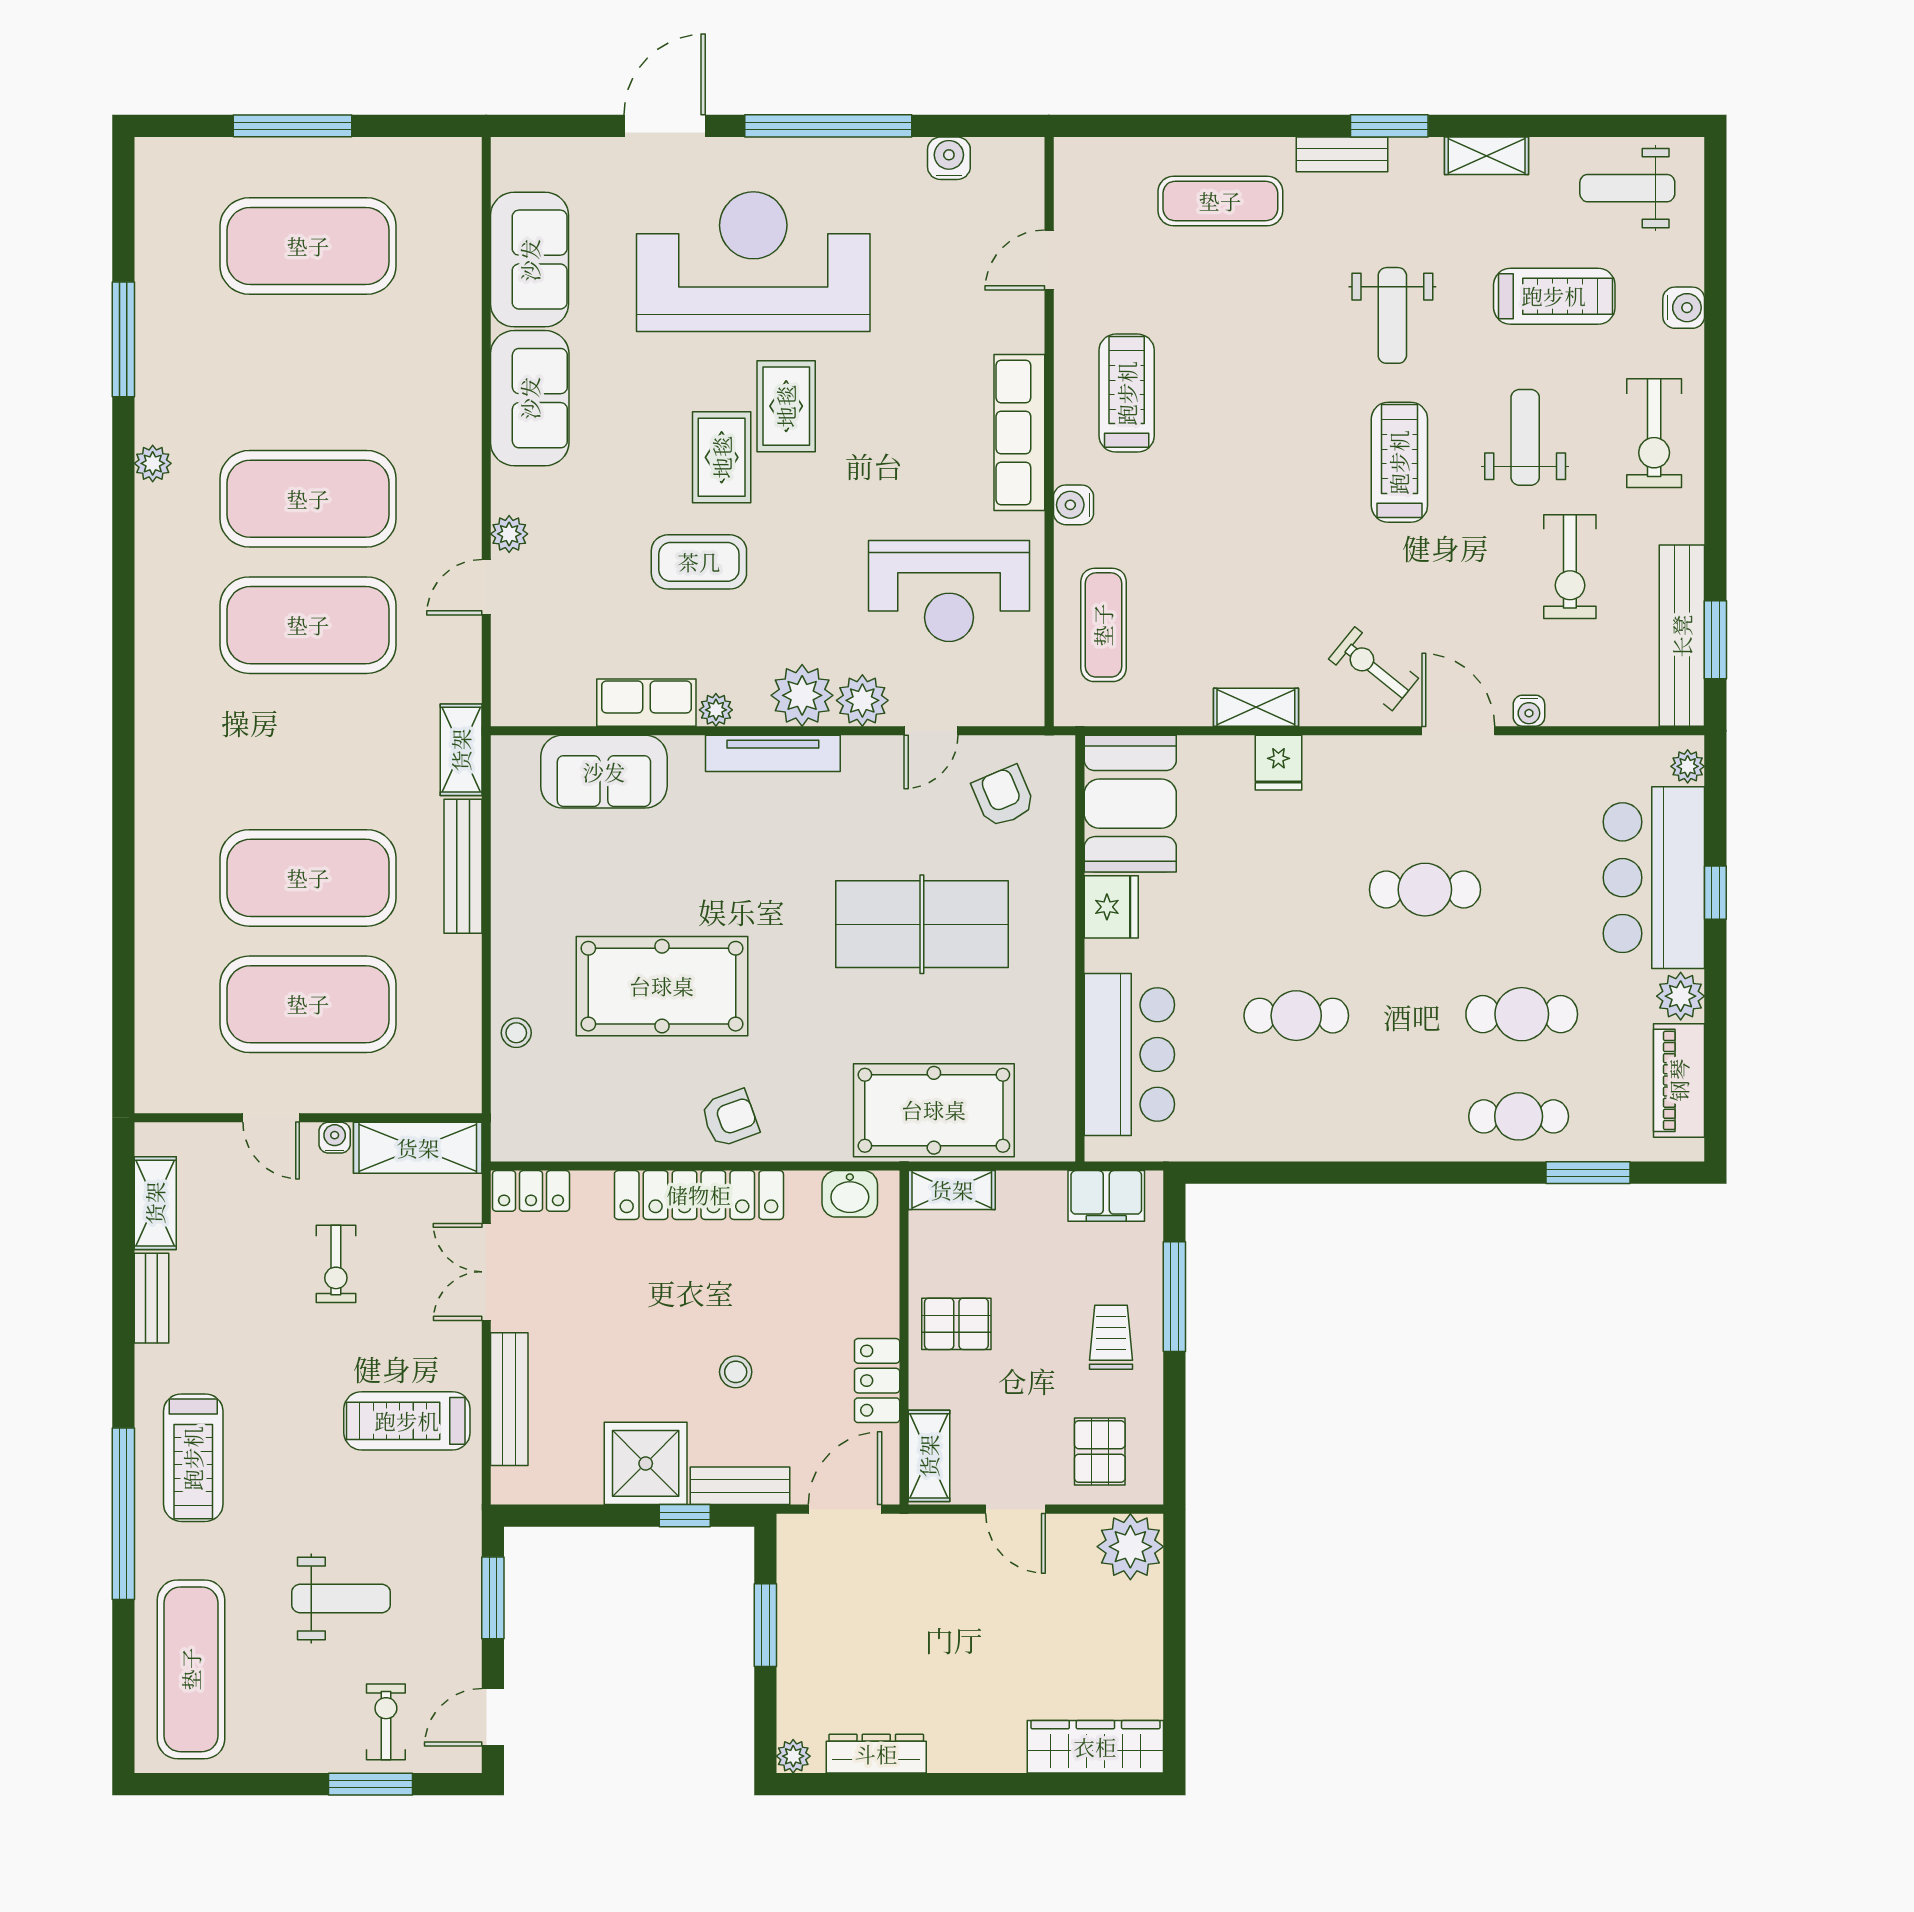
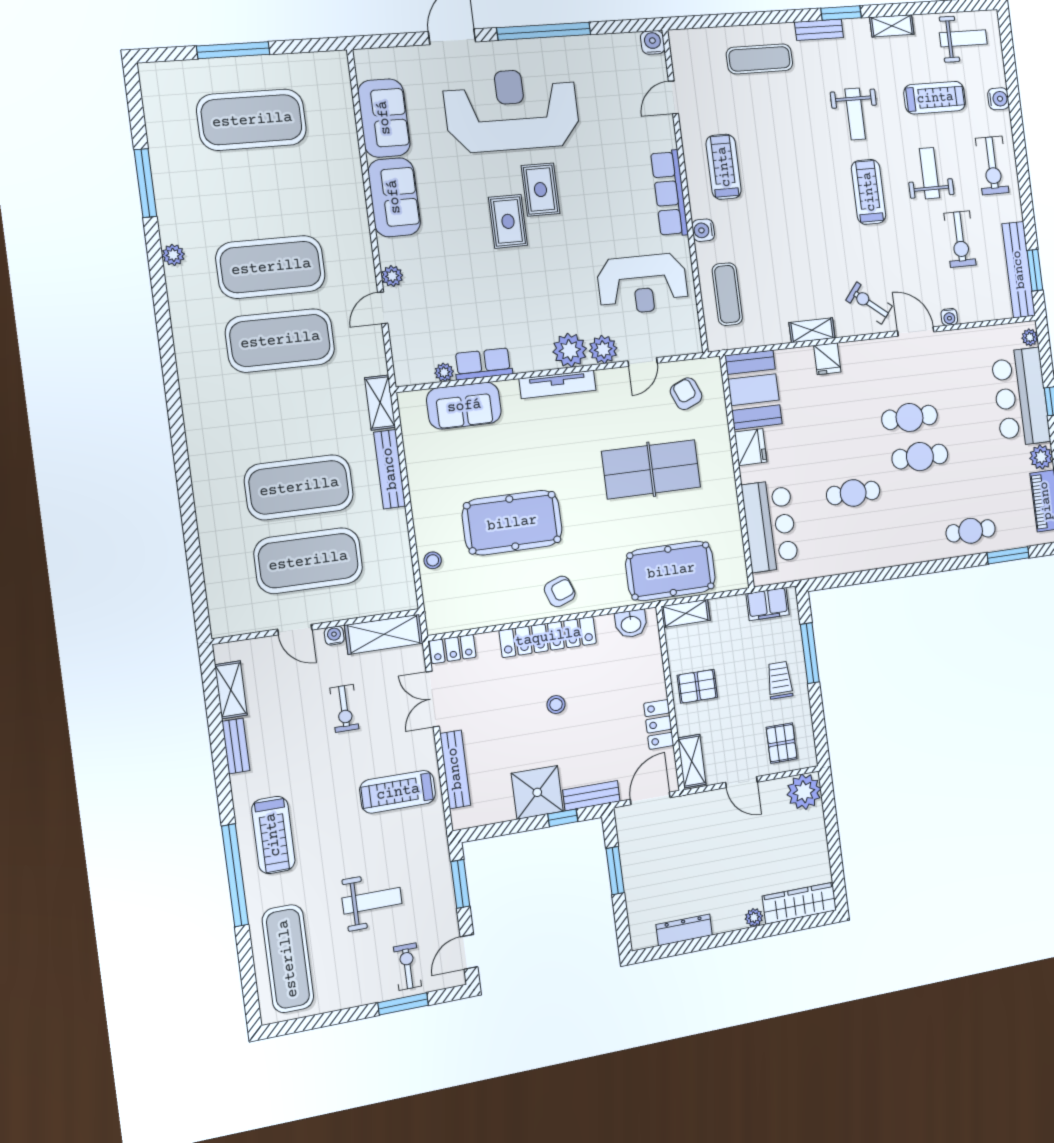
water cooler: (949, 158) -> (653, 42), moved
weight bench: (1627, 188) -> (963, 38), turned 180
coffee table: (699, 562) -> (503, 281), removed
plant: (716, 710) -> (444, 372), moved
cafe table: (1522, 1014) -> (920, 457), moved
stool: (736, 1372) -> (556, 705), moved
plant: (793, 1756) -> (754, 917), moved

